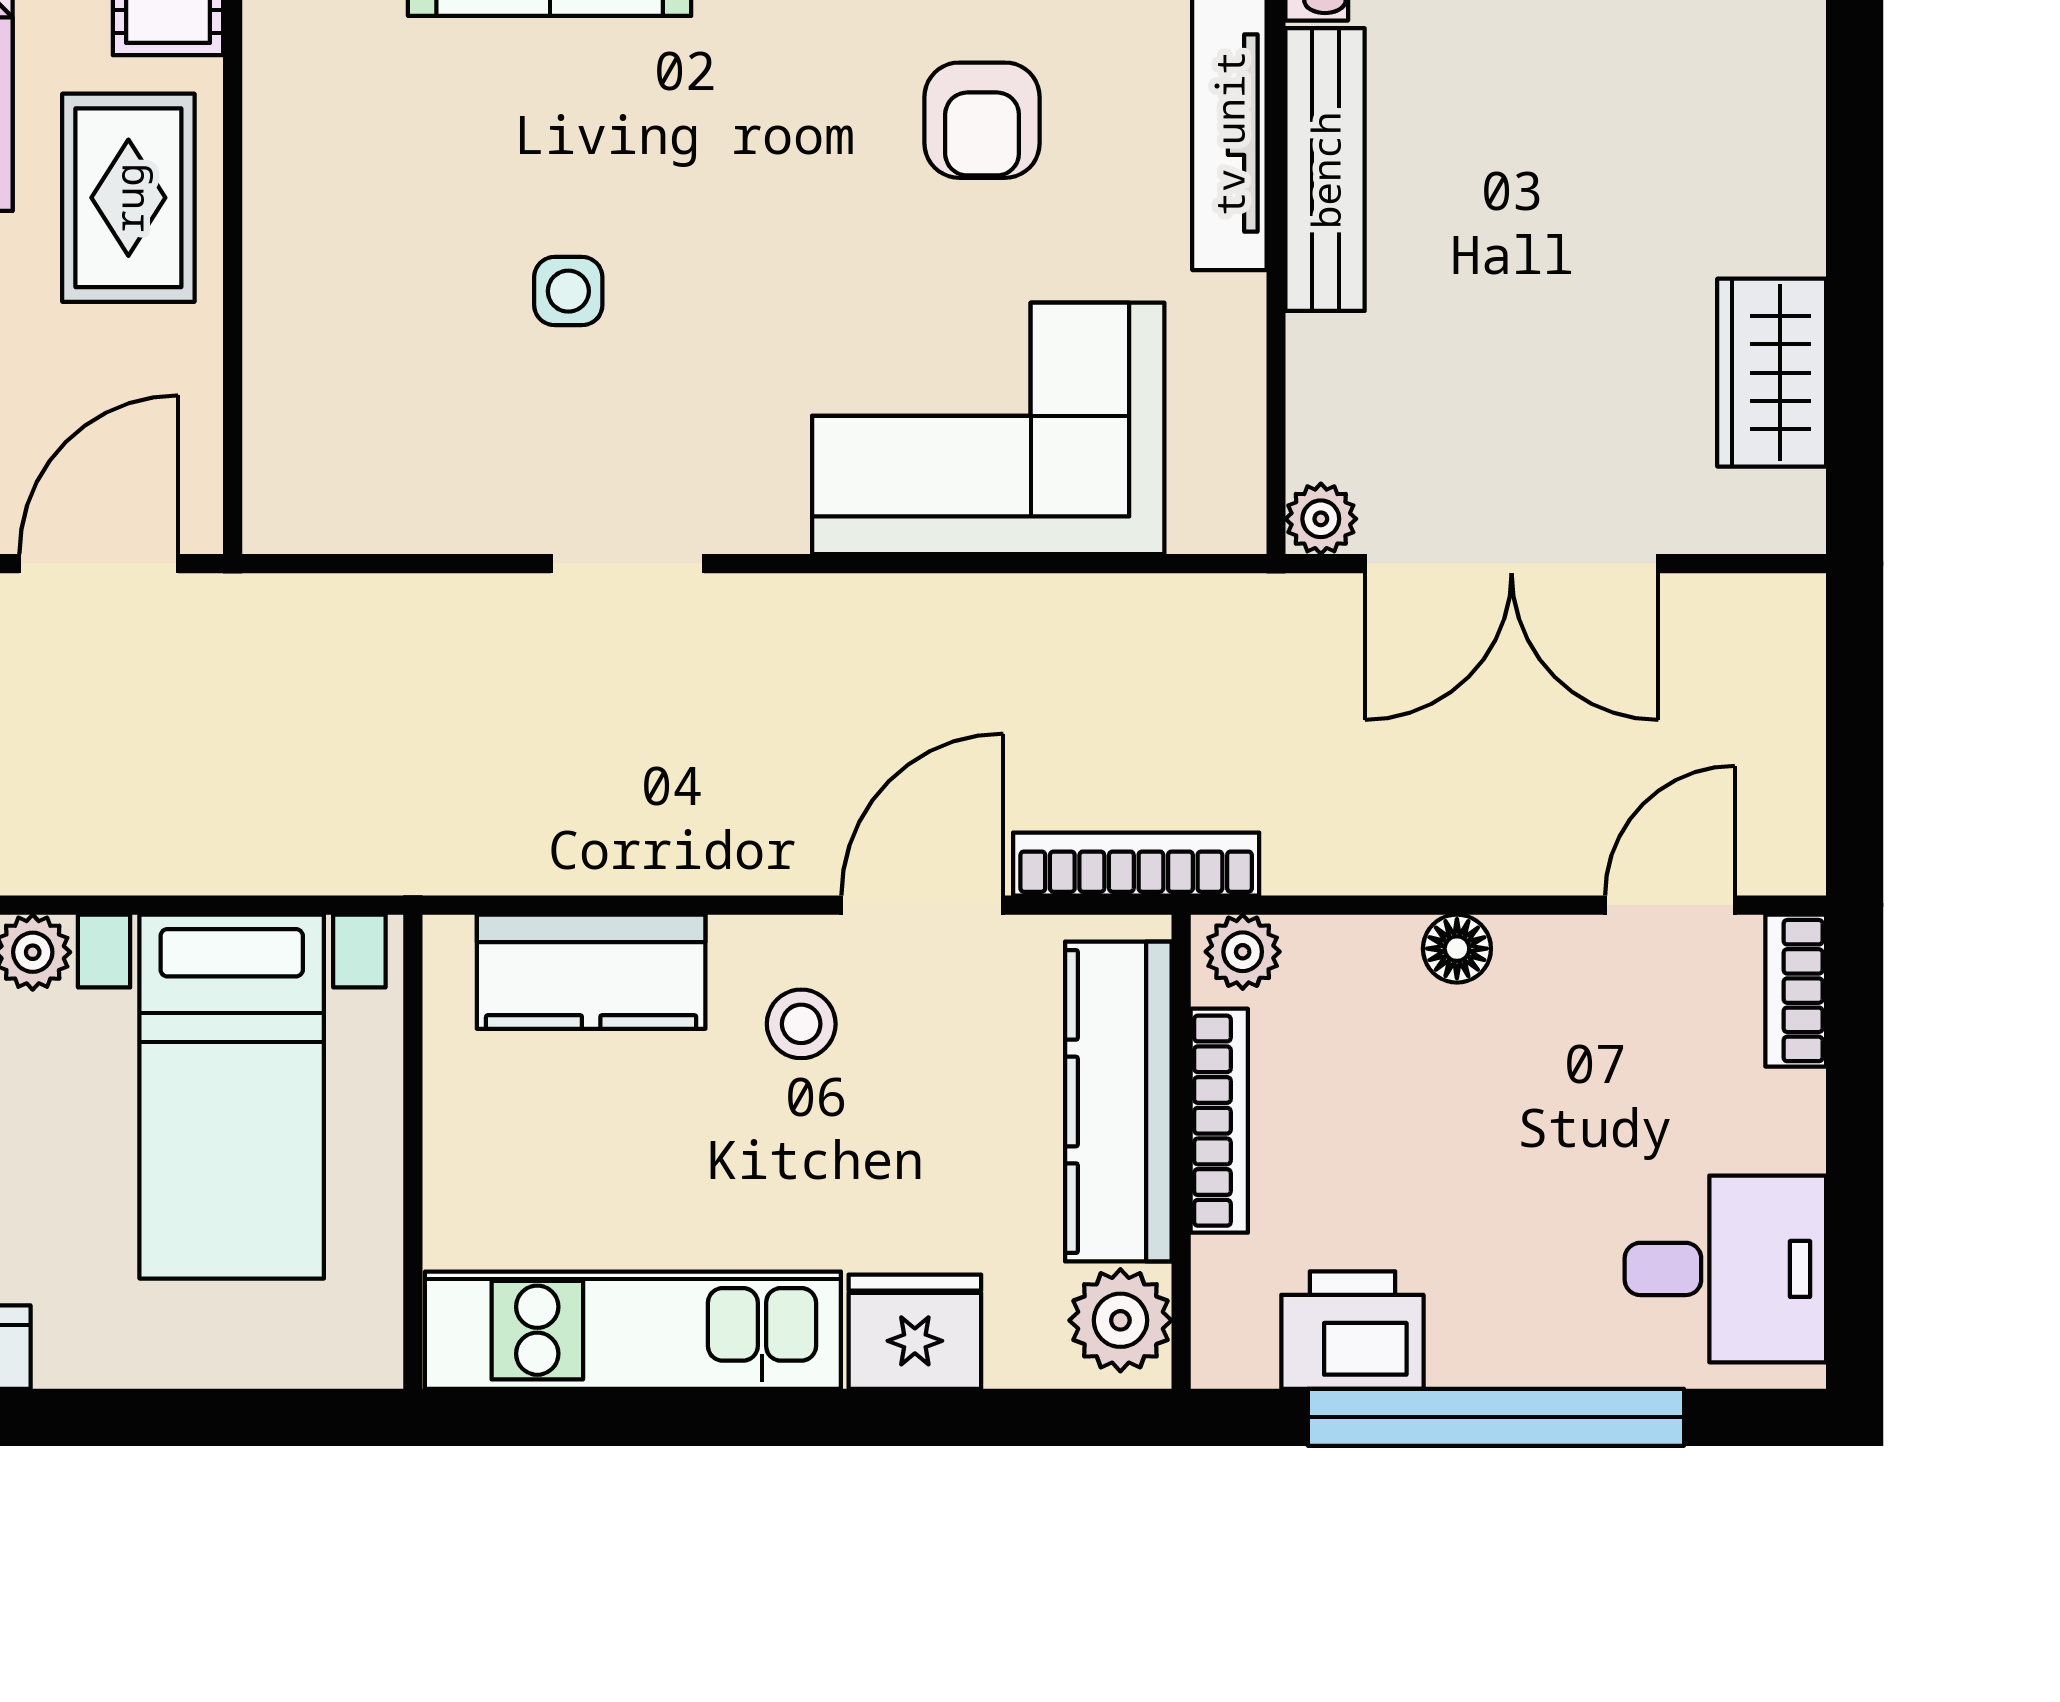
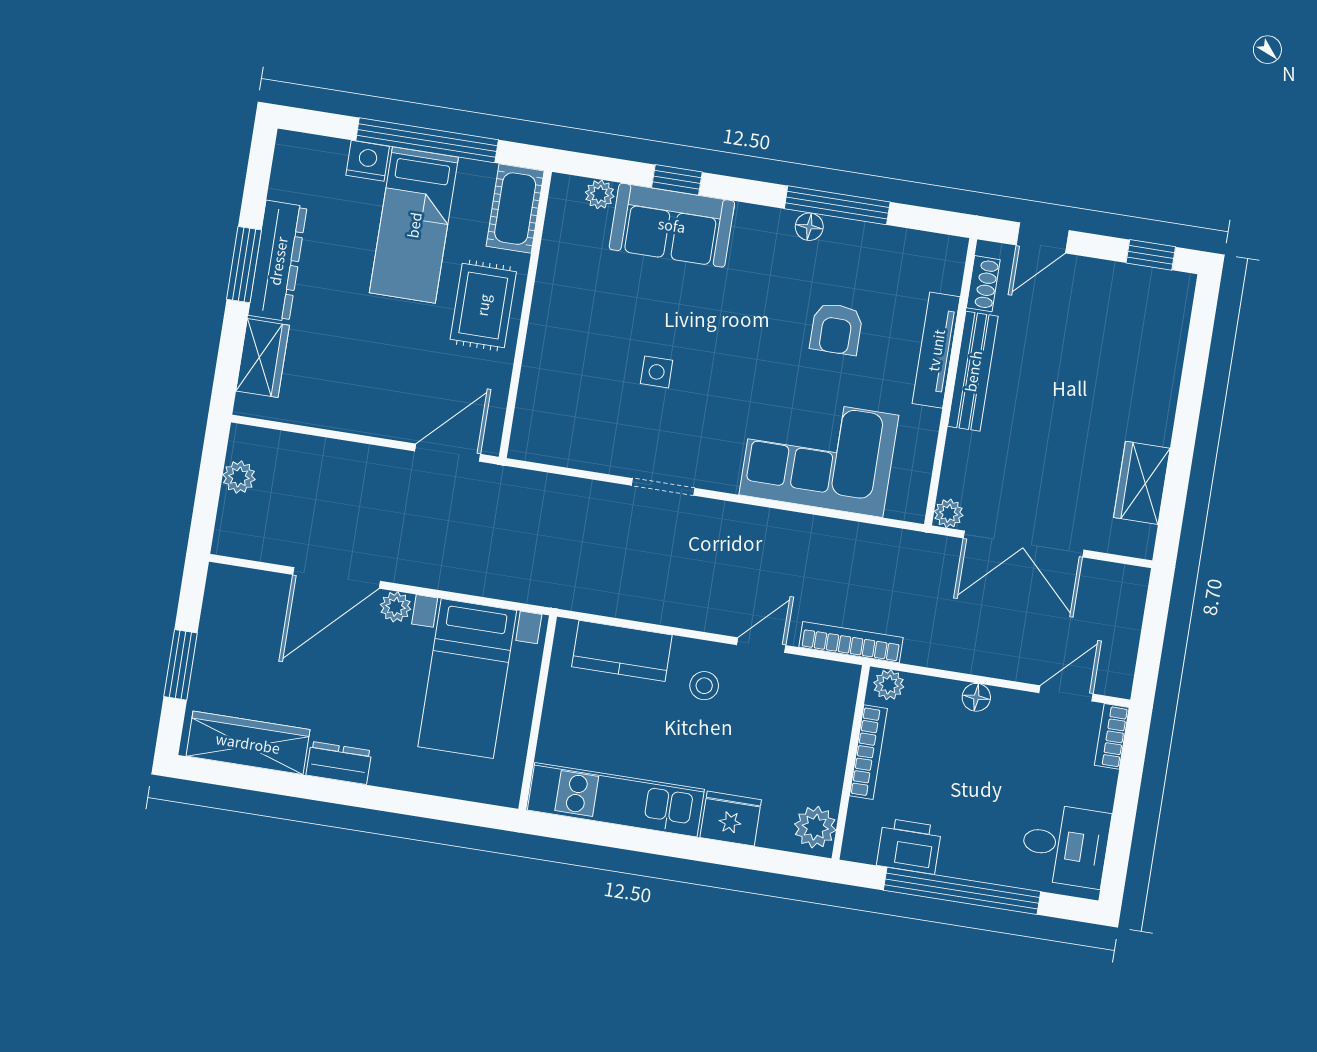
door: (922, 905) -> (761, 645), width x0.73
kitchen counter: (1118, 1102) -> (828, 738), removed

